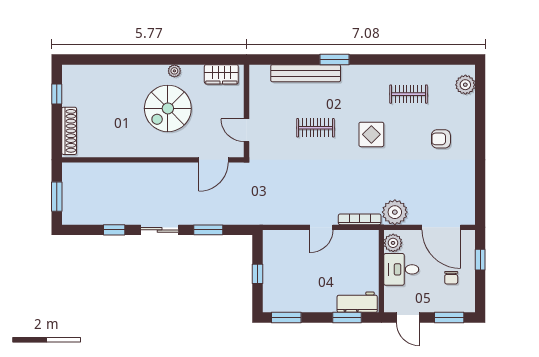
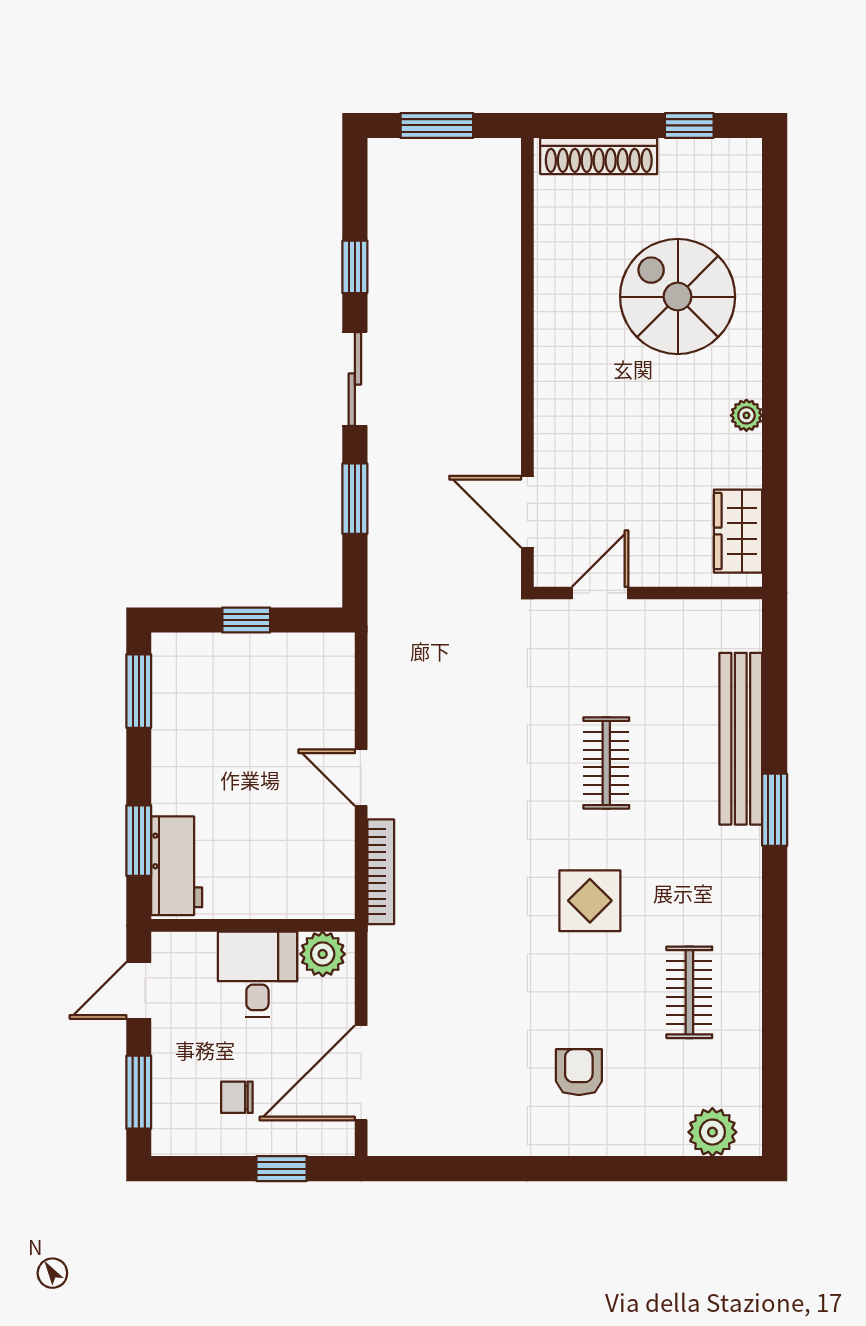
spiral stairs: (168, 108) -> (678, 297), moved
plant: (395, 212) -> (398, 958), removed

